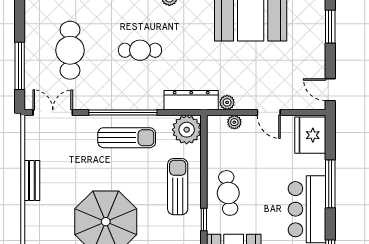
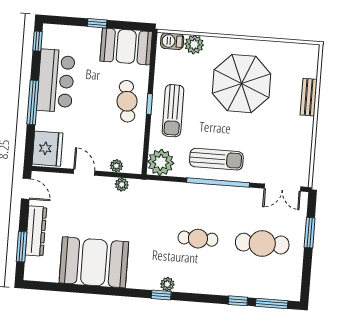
cafe table: (70, 50) -> (262, 244), turned 90
window: (20, 66) -> (310, 233), width x0.69
dresser: (191, 100) -> (36, 231), moved, turned -90
sun lounger: (127, 138) -> (216, 159), turned 180
bench: (32, 181) -> (309, 97), moved
window: (204, 219) -> (149, 104), moved

